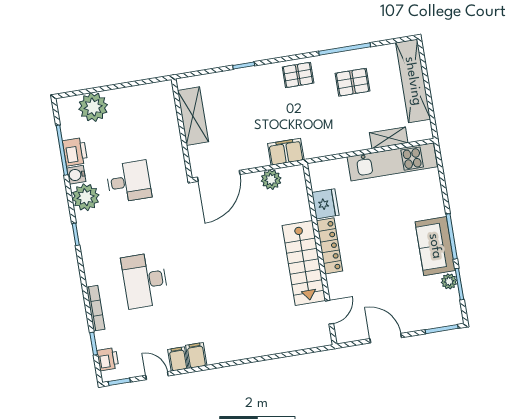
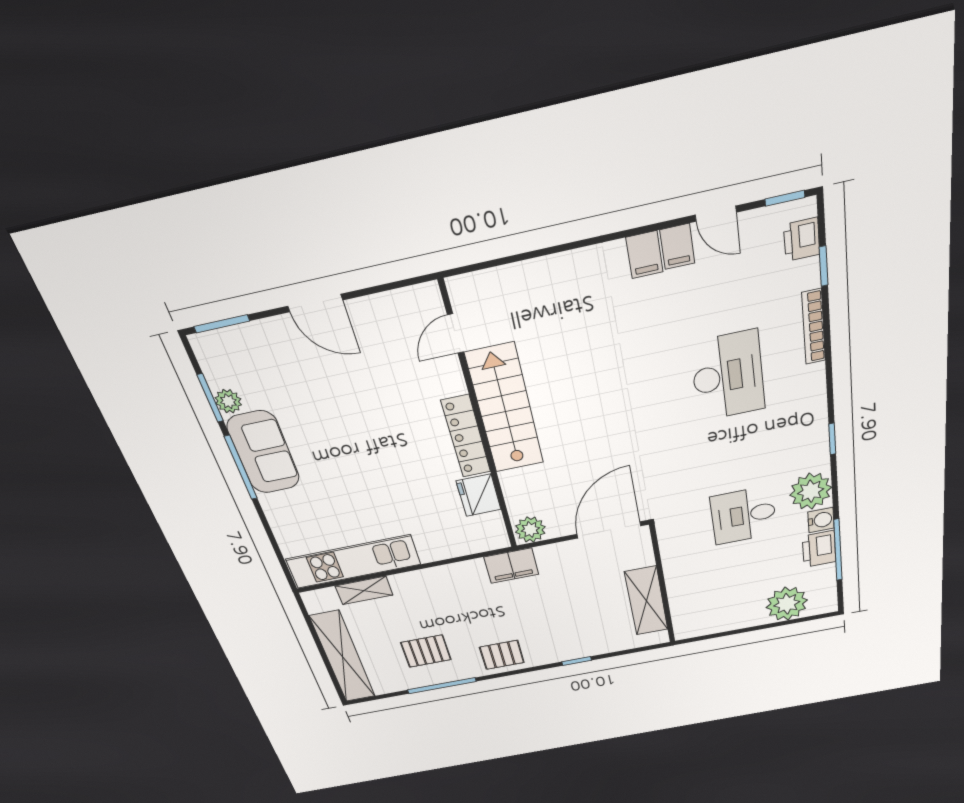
fridge: (325, 204) -> (479, 495), moved
locker: (330, 246) -> (466, 437), moved
wall: (320, 254) -> (480, 424), moved
stairs: (304, 263) -> (505, 409), moved
door: (329, 312) -> (455, 334), moved

